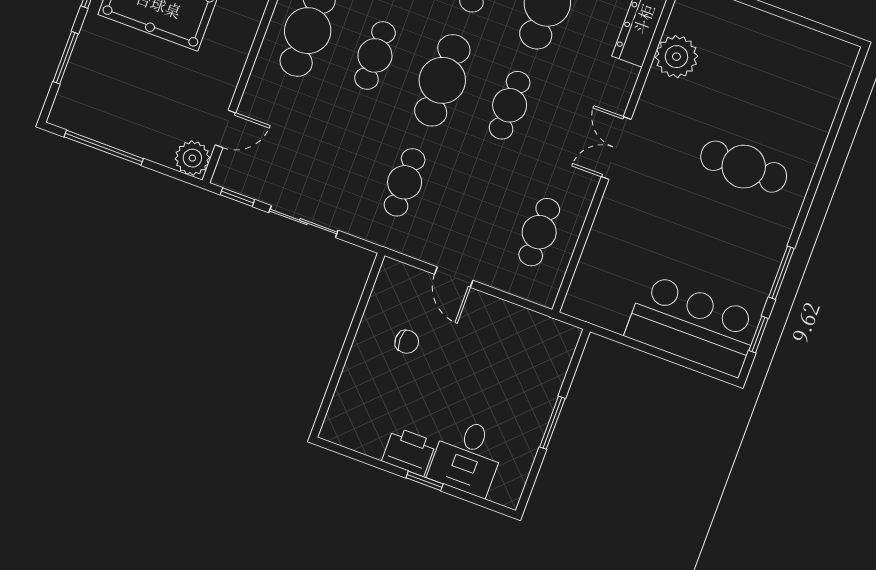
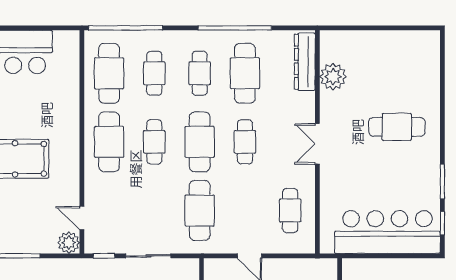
door: (225, 129) -> (82, 218), swing flipped
cafe table: (405, 182) -> (200, 210), width x1.37, depth x1.35
bar counter: (693, 325) -> (387, 232), width x1.36

